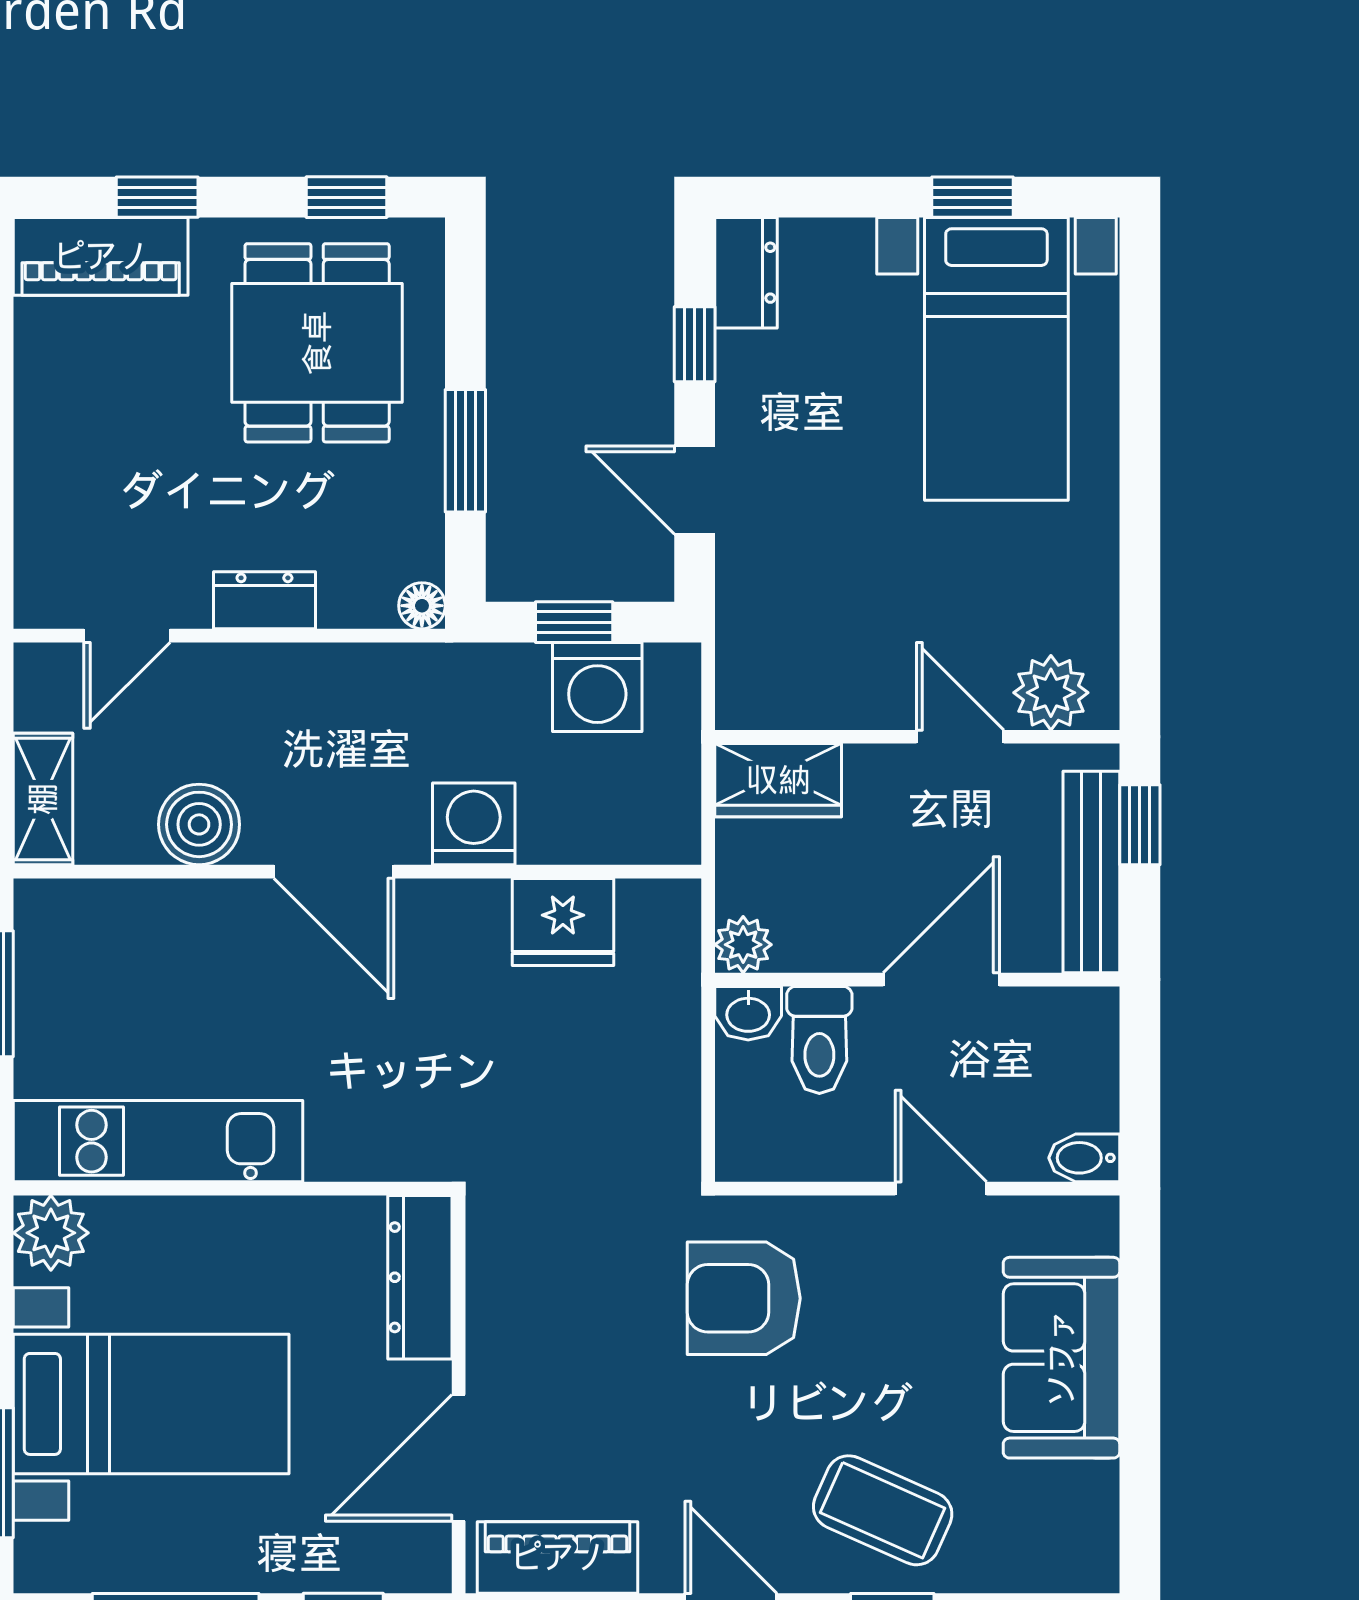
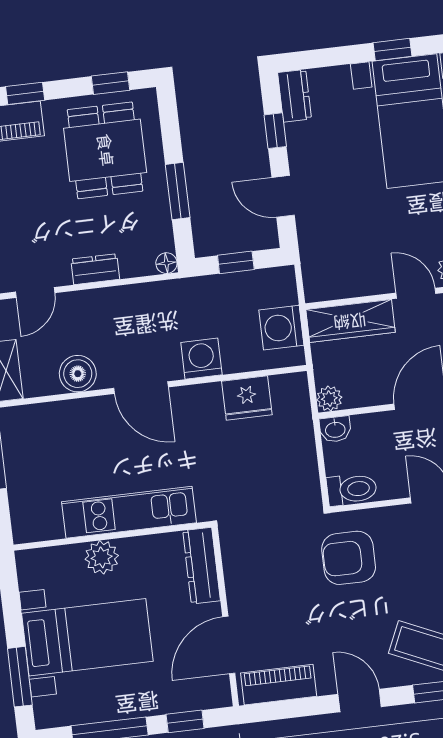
washing machine: (597, 687) -> (281, 328), moved, turned 90
wardrobe: (778, 780) -> (350, 321), width x1.50
toilet: (819, 1040) -> (352, 489), moved, turned -90
kitchen unit: (158, 1141) -> (129, 512), moved
plant: (51, 1233) -> (102, 557), moved

